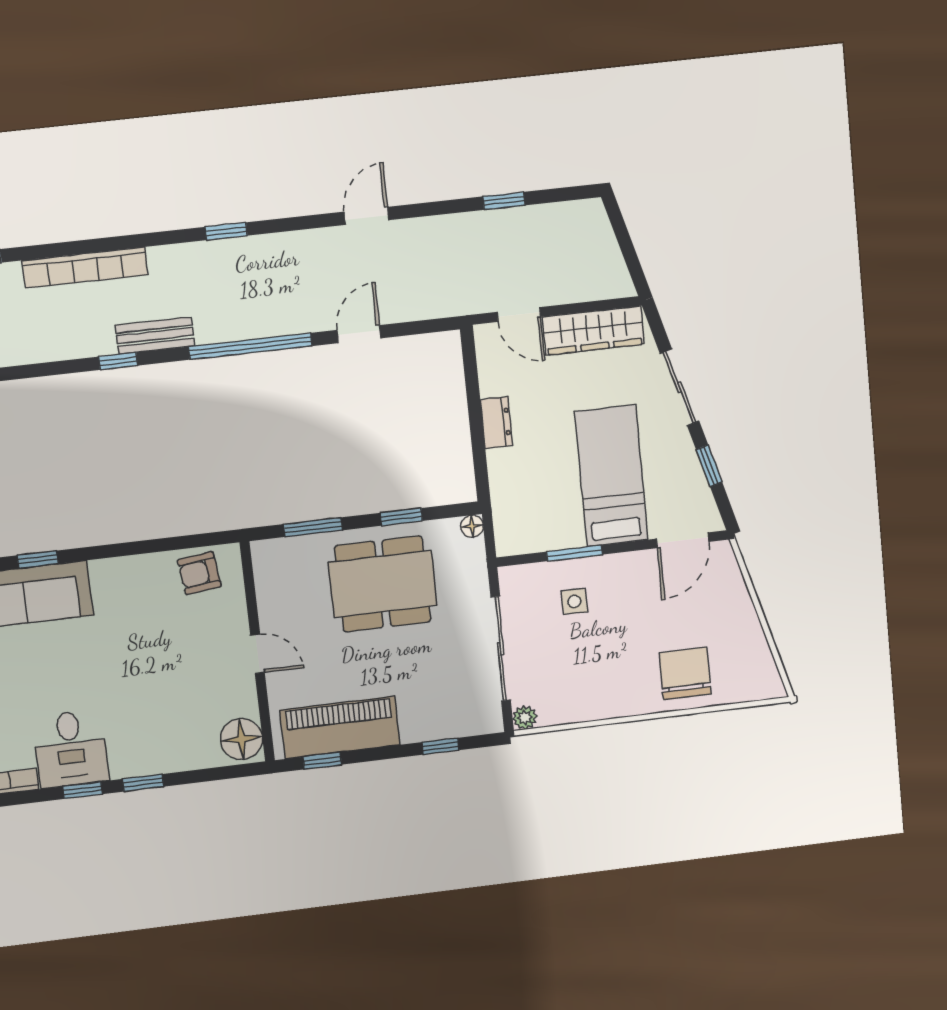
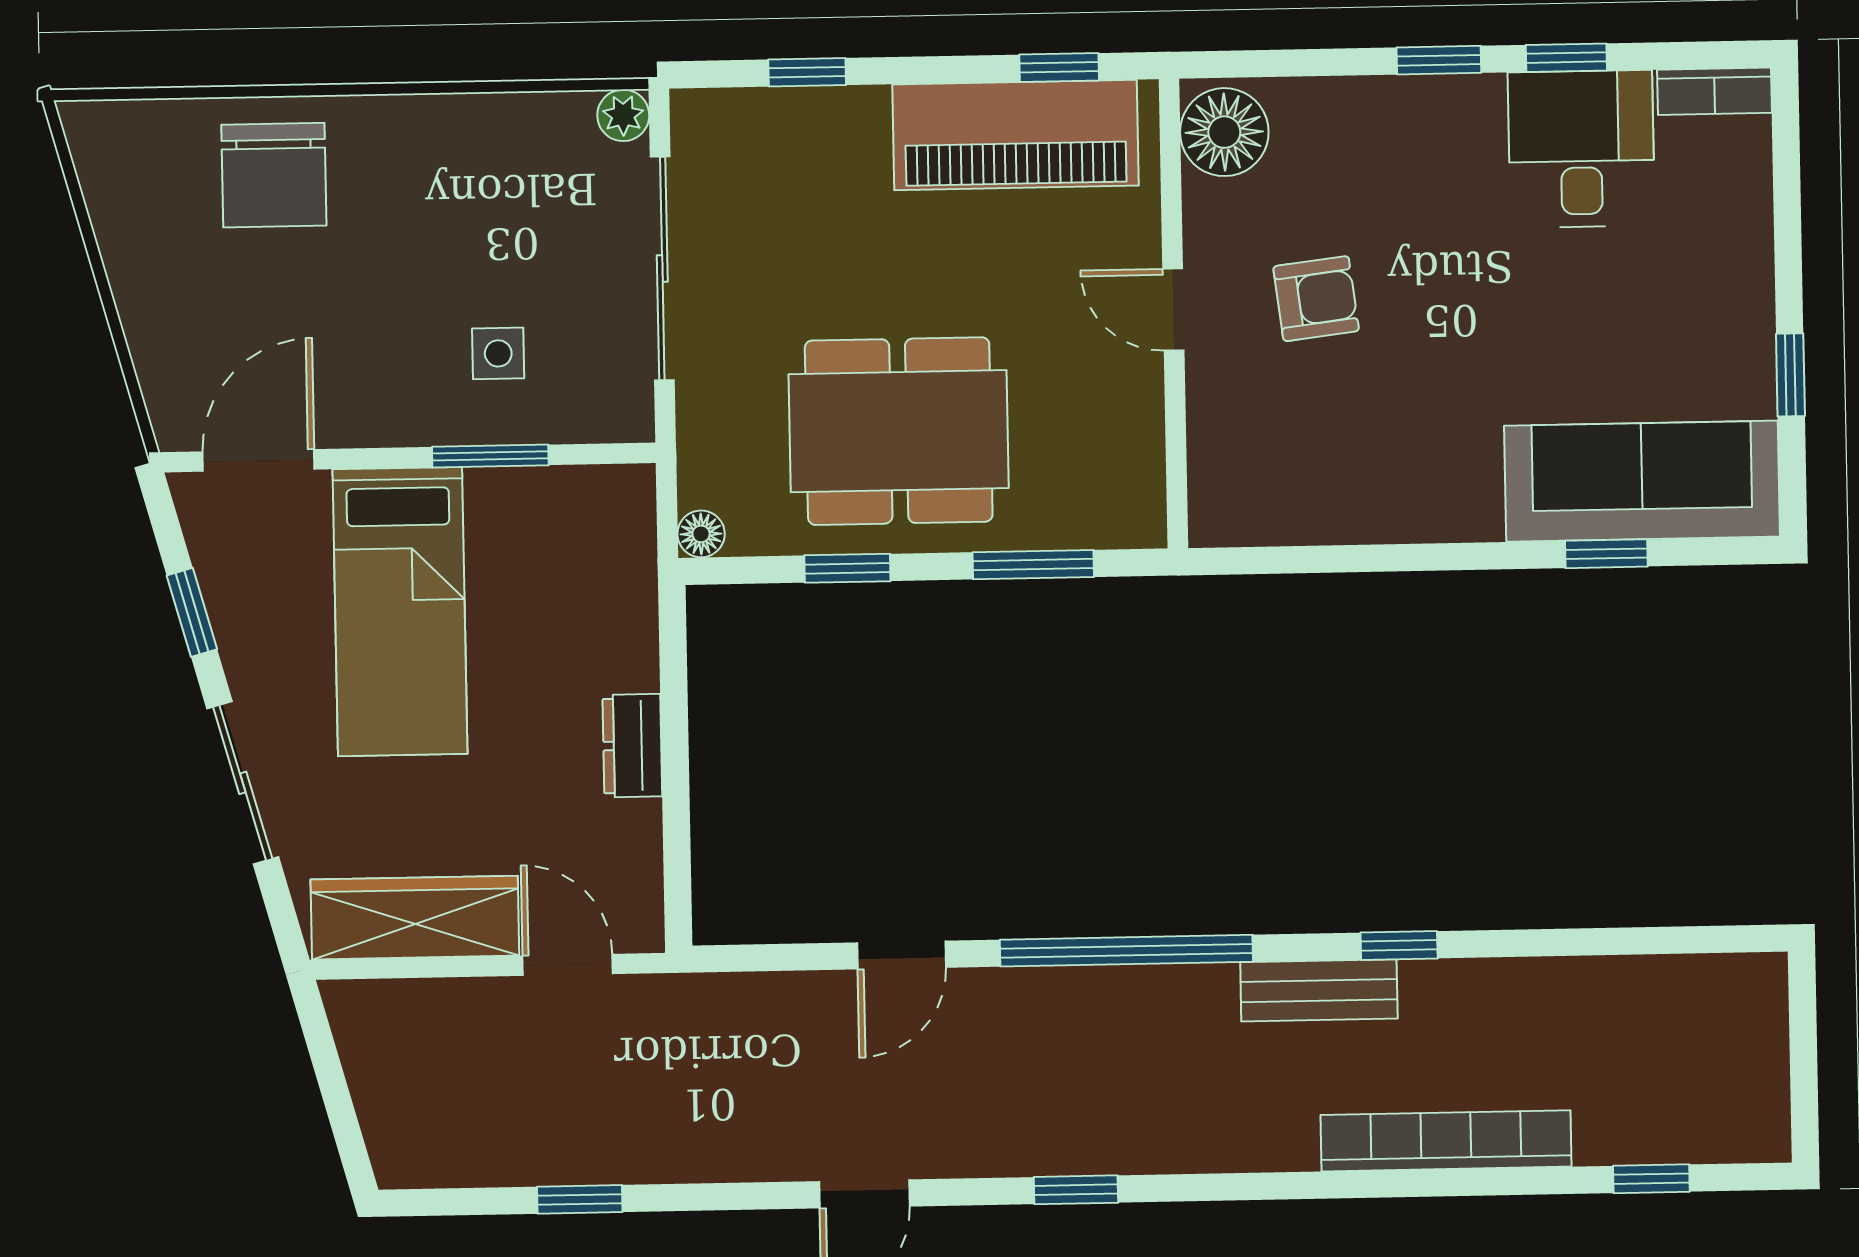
window: (226, 231) -> (1076, 1190), moved
armchair: (199, 573) -> (1316, 299), moved

